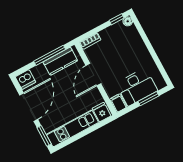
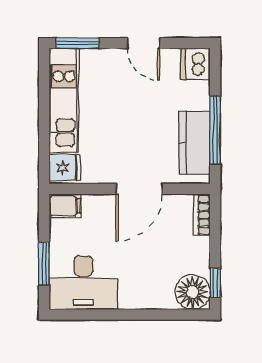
floor lamp: (128, 21) -> (193, 292), width x1.89, depth x1.89
door: (93, 75) -> (139, 189), swing flipped
desk: (137, 87) -> (83, 283), moved, turned -90
door: (29, 107) -> (143, 43), width x0.53

